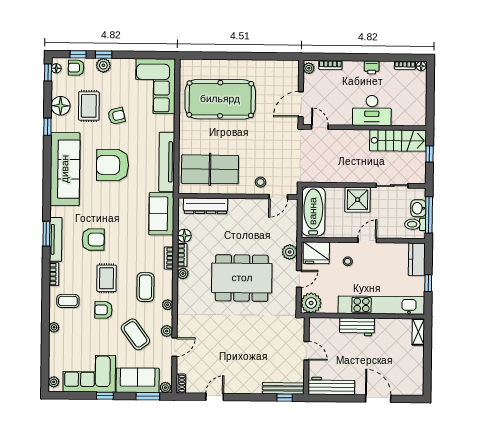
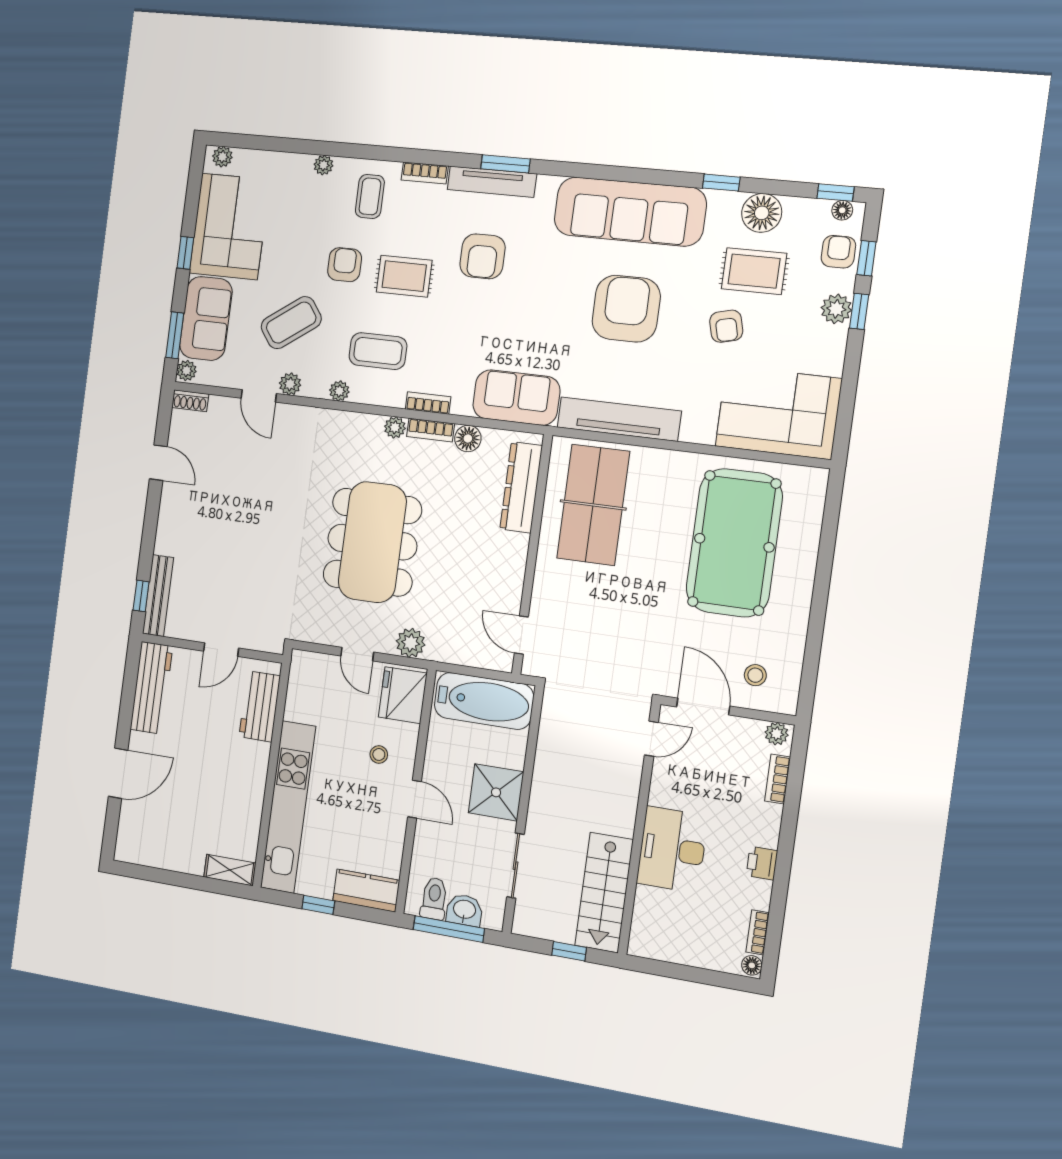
stool: (260, 182) -> (755, 675), moved
plant: (311, 303) -> (309, 671), removed
workbench: (357, 327) -> (260, 706), moved

